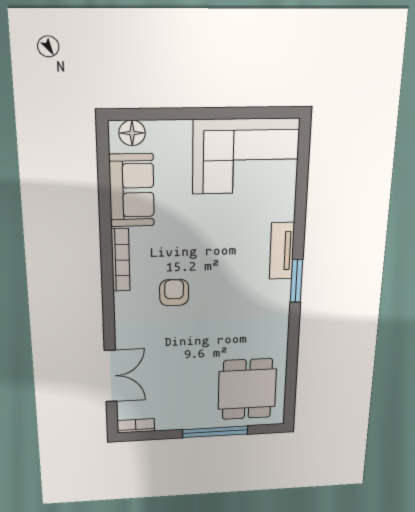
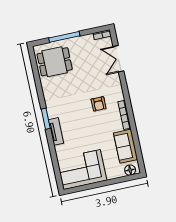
dining table: (247, 389) -> (55, 62), turned 90

